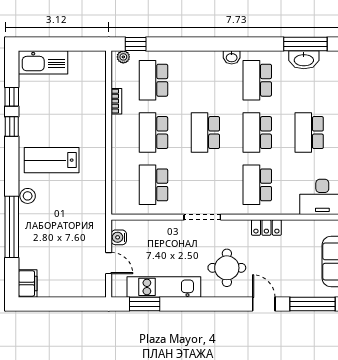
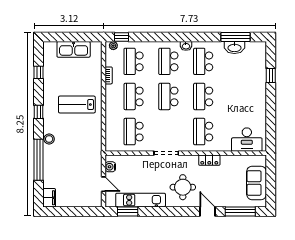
kitchen sink: (43, 62) -> (74, 49), moved
window: (12, 127) -> (39, 112), moved
school desk: (309, 133) -> (168, 61), moved
lab bench: (52, 160) -> (77, 105), moved

